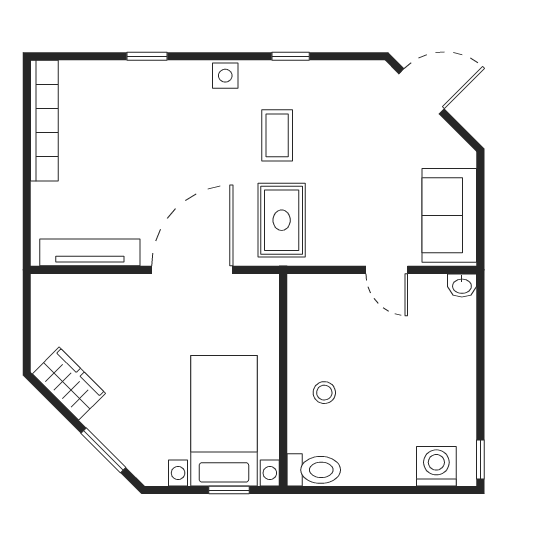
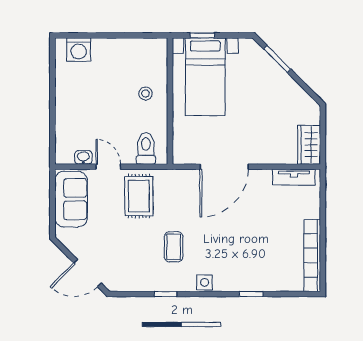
rug: (282, 220) -> (139, 196), moved
tv unit: (90, 252) -> (294, 177), width x0.71
washbasin: (462, 285) -> (83, 157), moved
wardrobe: (69, 384) -> (309, 145), moved, turned 45
window: (480, 460) -> (52, 54), removed
toilet: (314, 470) -> (146, 148), moved, turned 90

